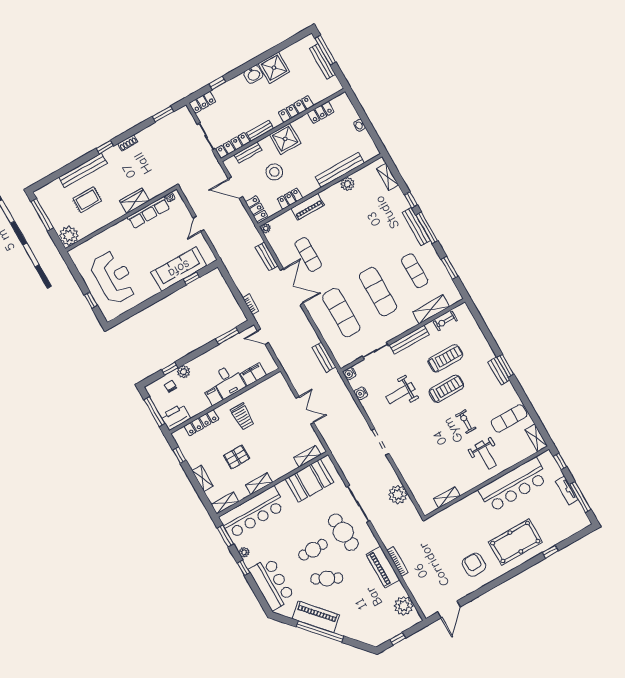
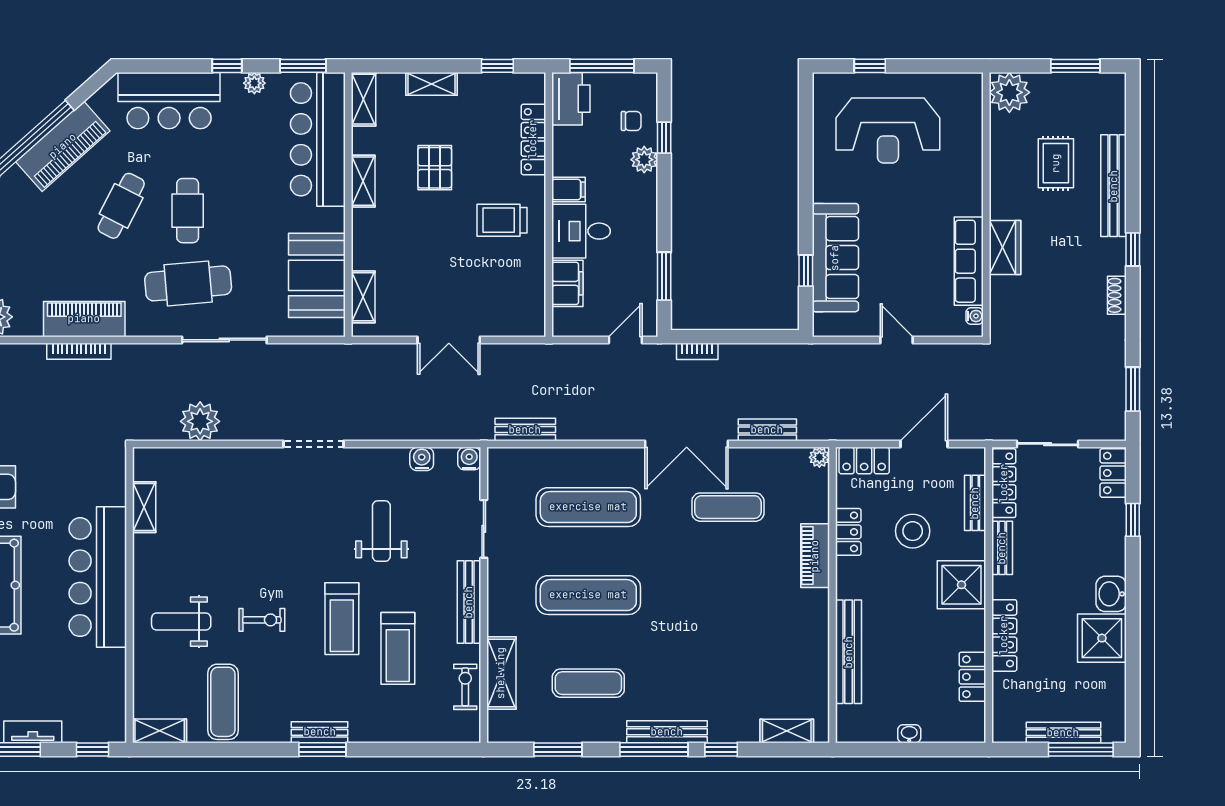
plant: (347, 184) -> (815, 651), removed
window: (42, 215) -> (1075, 66), width x0.69
bar counter: (514, 485) -> (98, 577), moved

